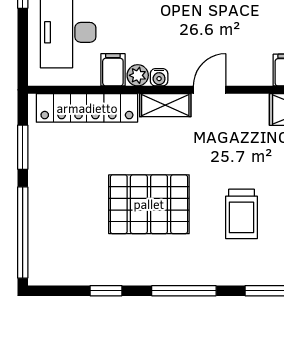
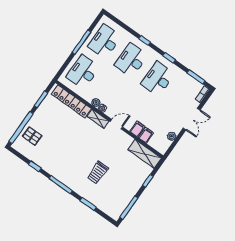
filing cabinet: (113, 70) -> (137, 129), moved
pallet: (149, 204) -> (32, 136), moved, width x0.49, depth x0.50

